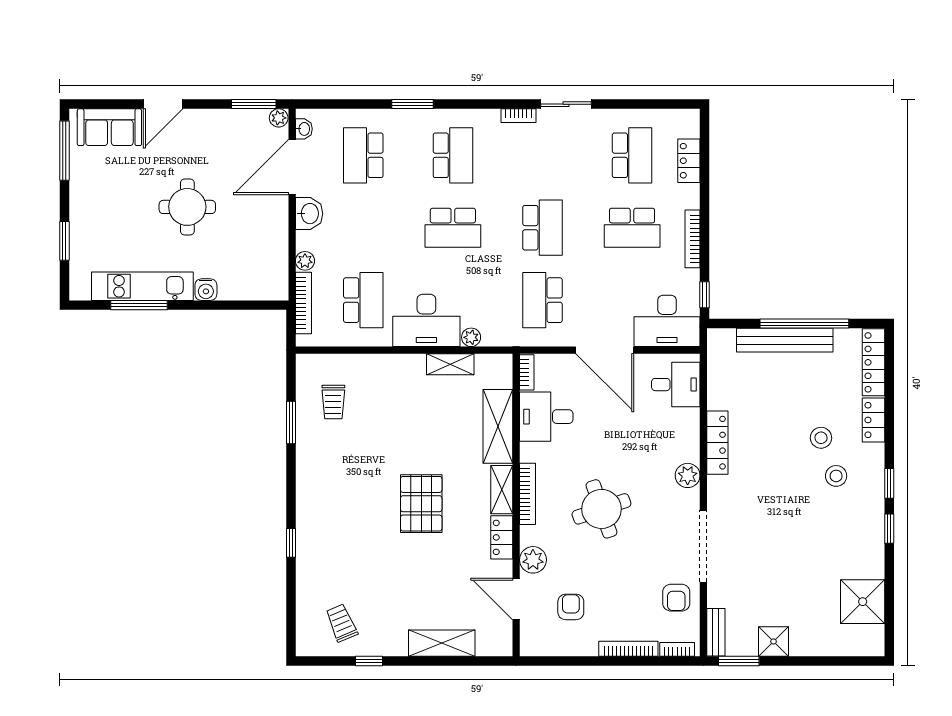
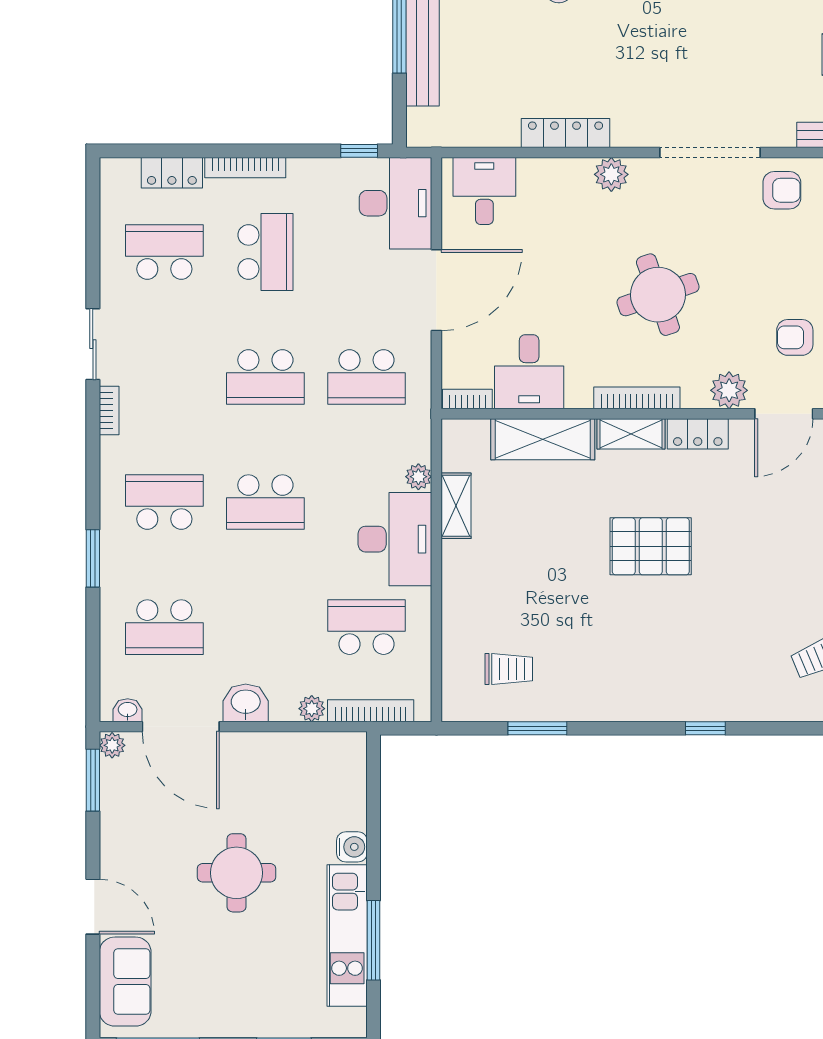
school desk: (453, 228) -> (265, 502), turned 90
school desk: (542, 228) -> (265, 377), turned 180
bookcase: (692, 239) -> (245, 168), moved

